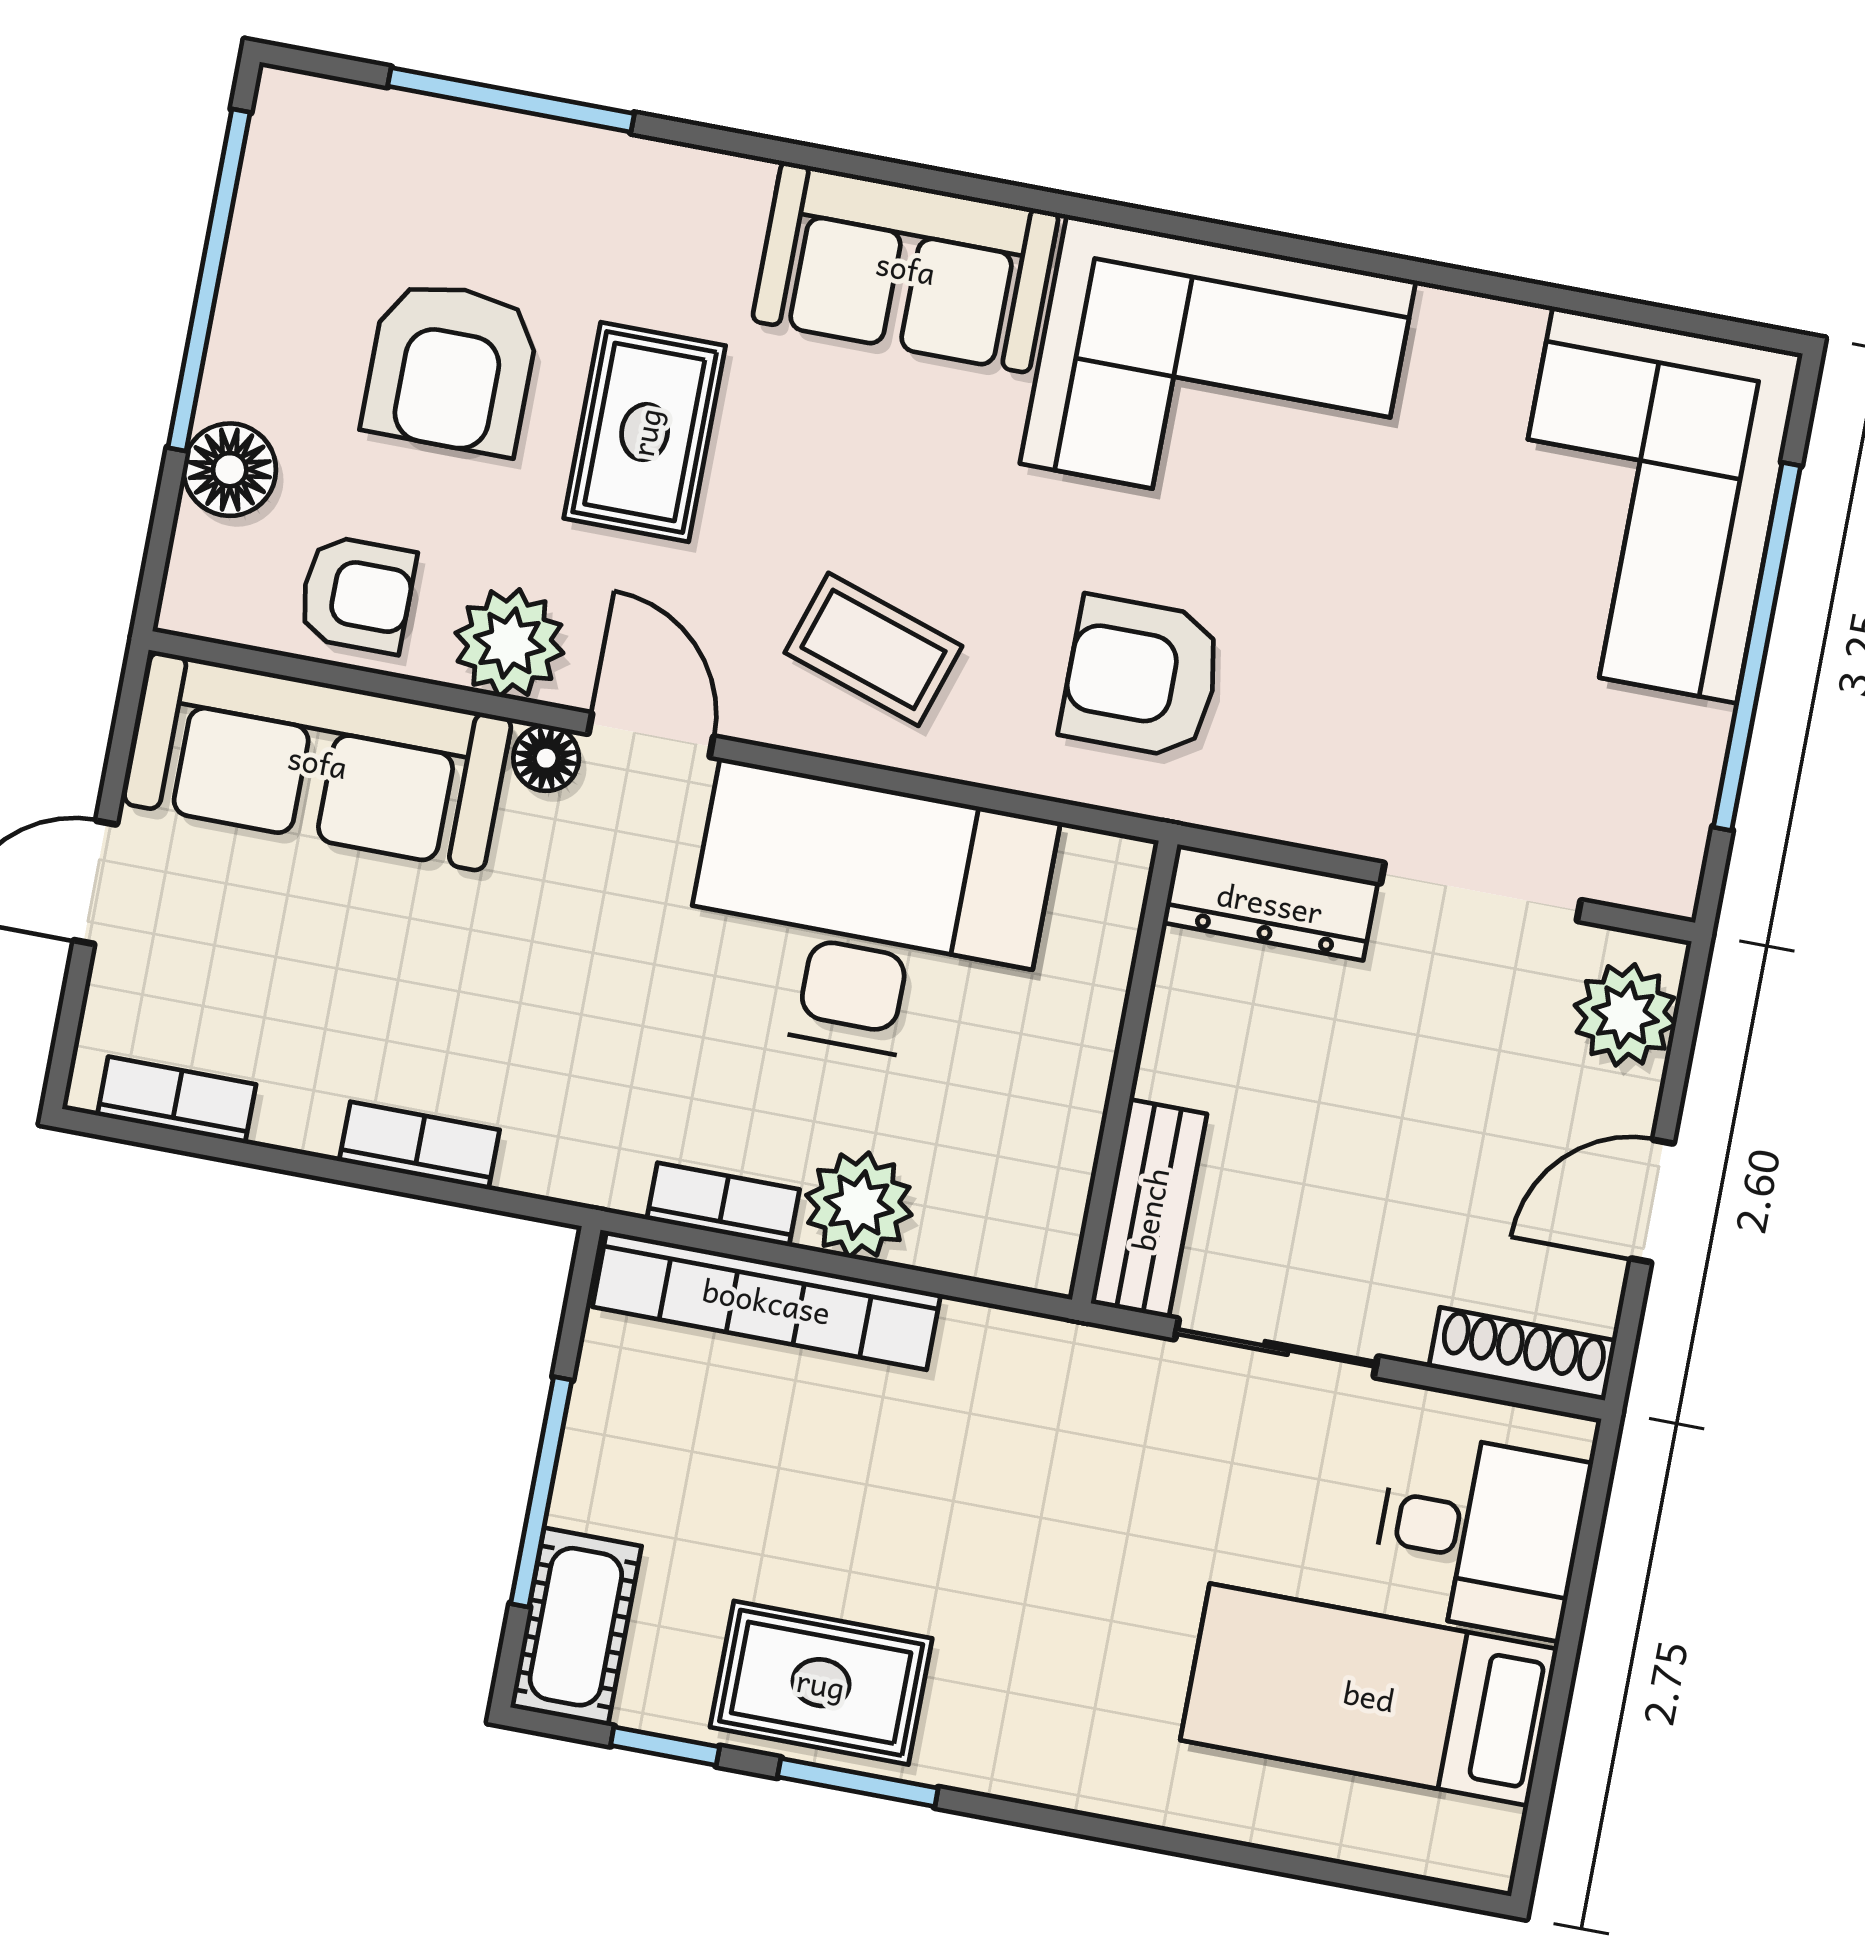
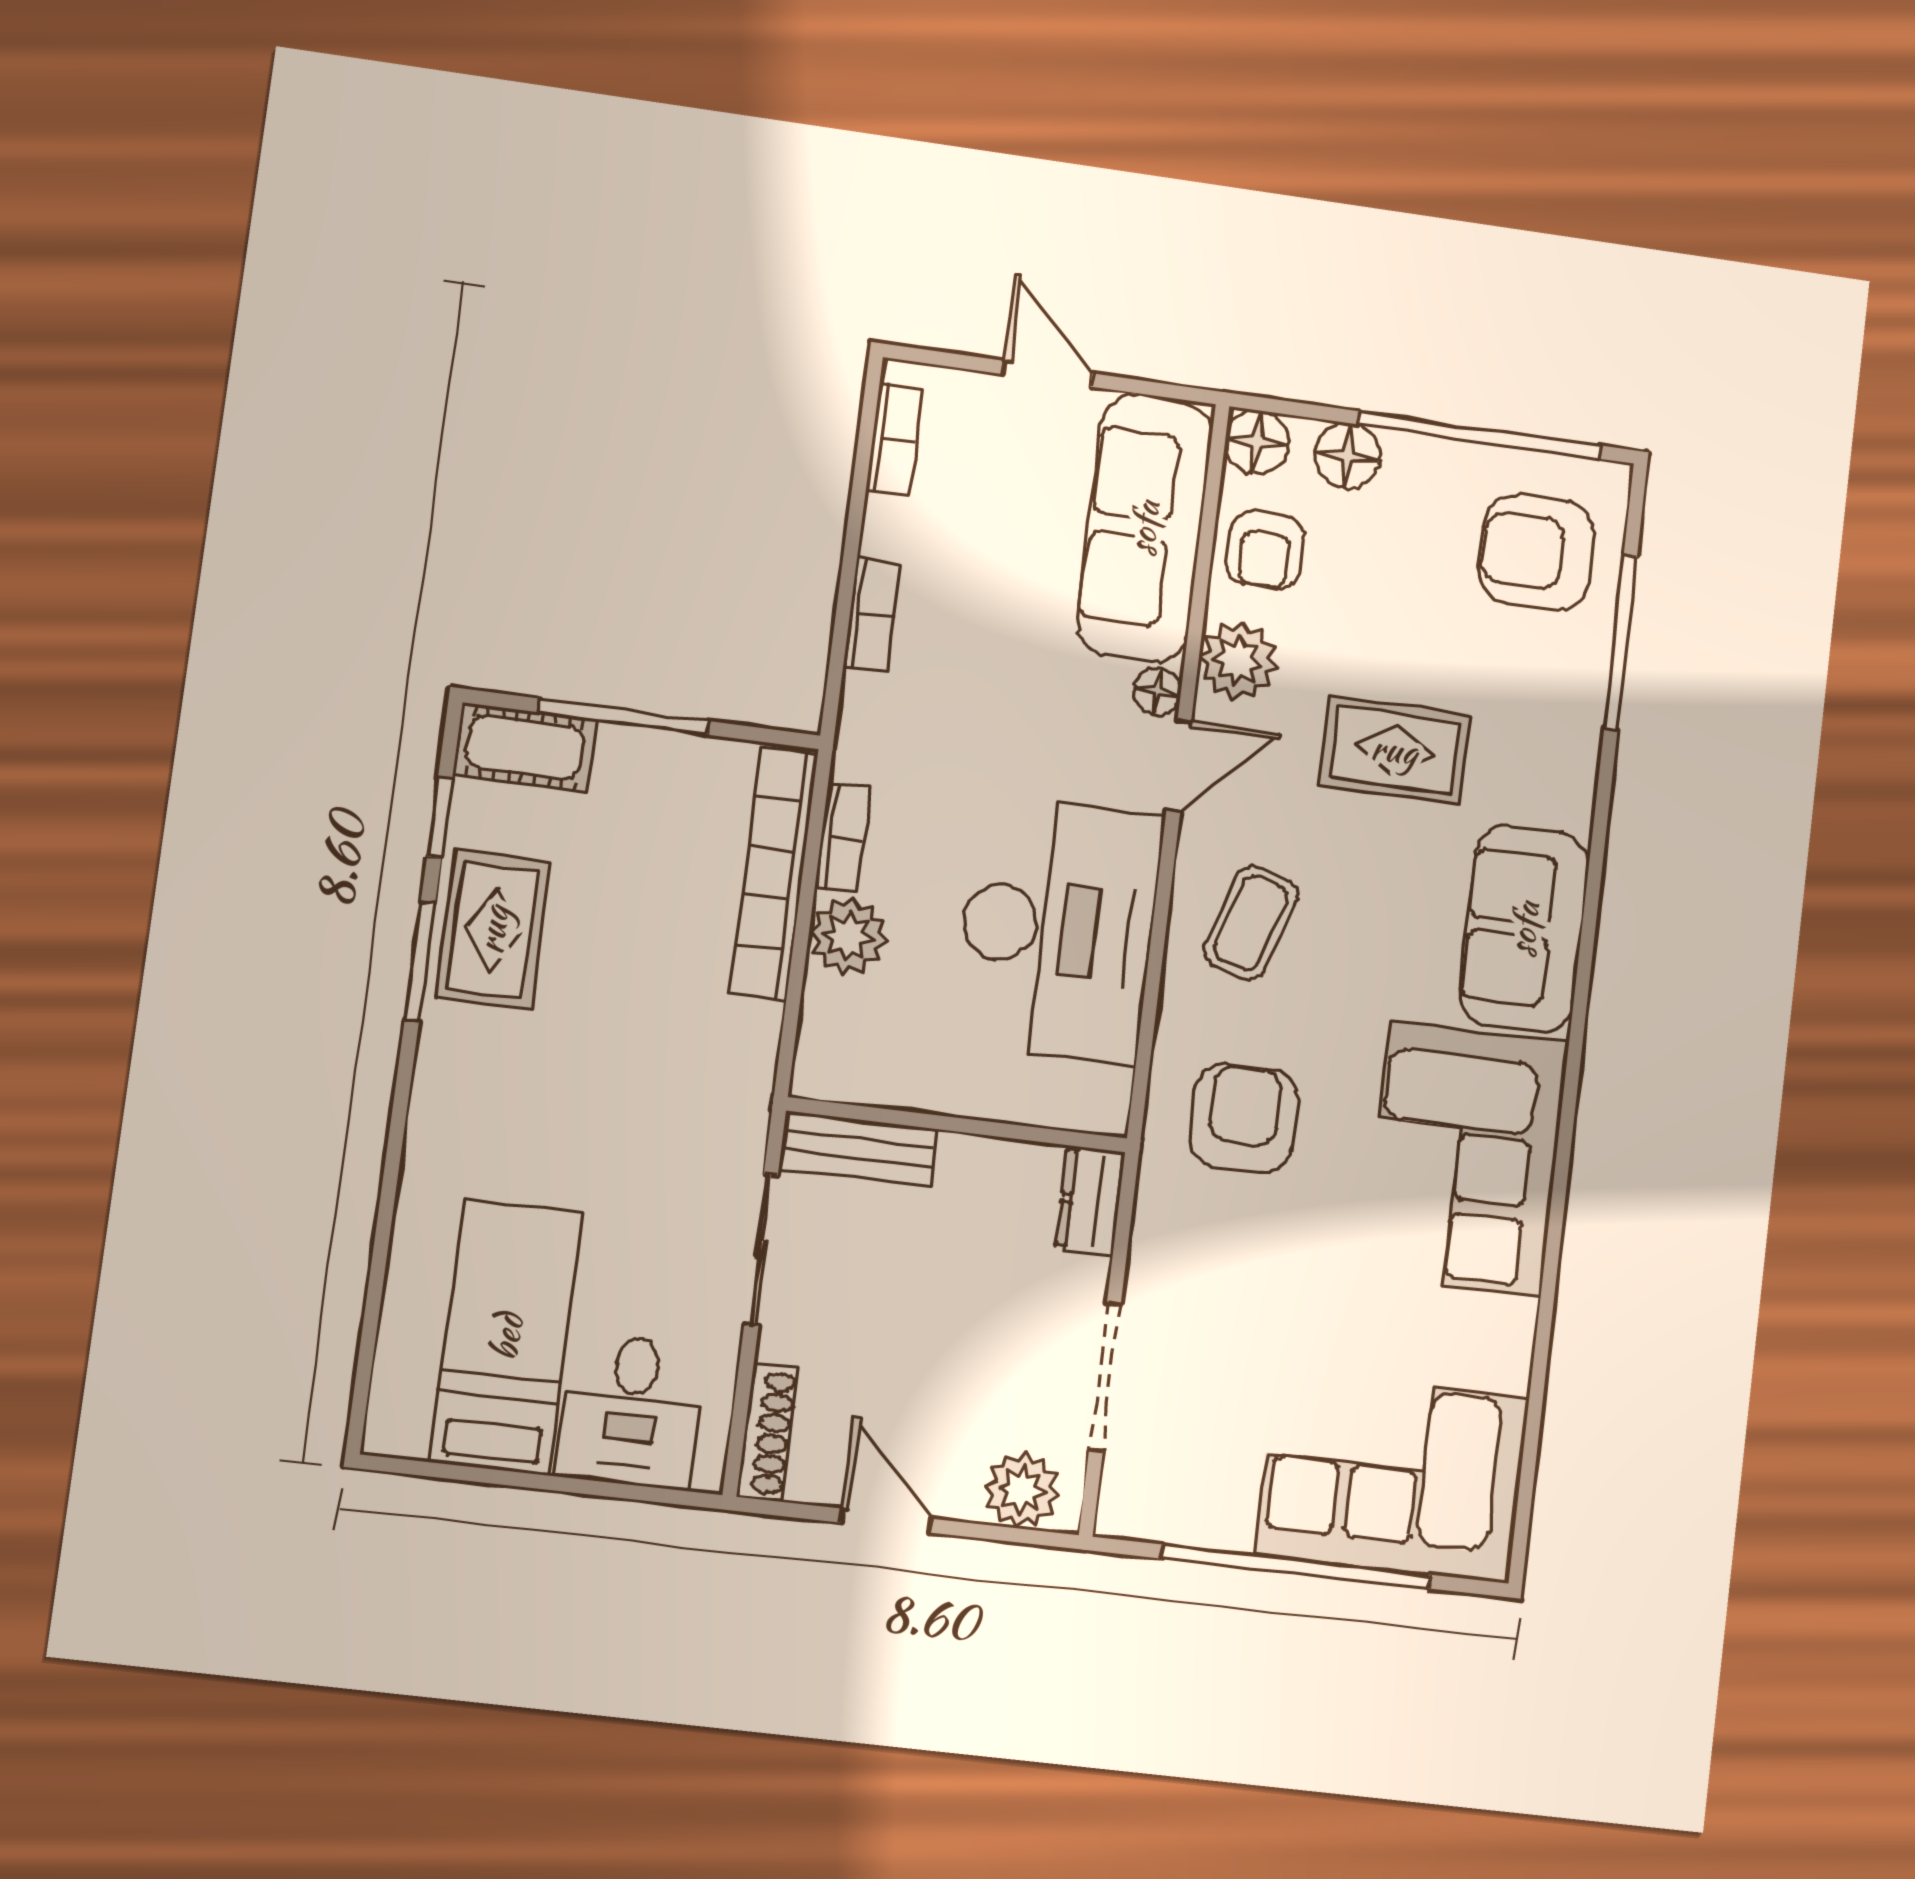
armchair: (451, 367) -> (1536, 553), moved
floor lamp: (205, 596) -> (1257, 442), added
dresser: (1270, 902) -> (1090, 1200), width x0.70

